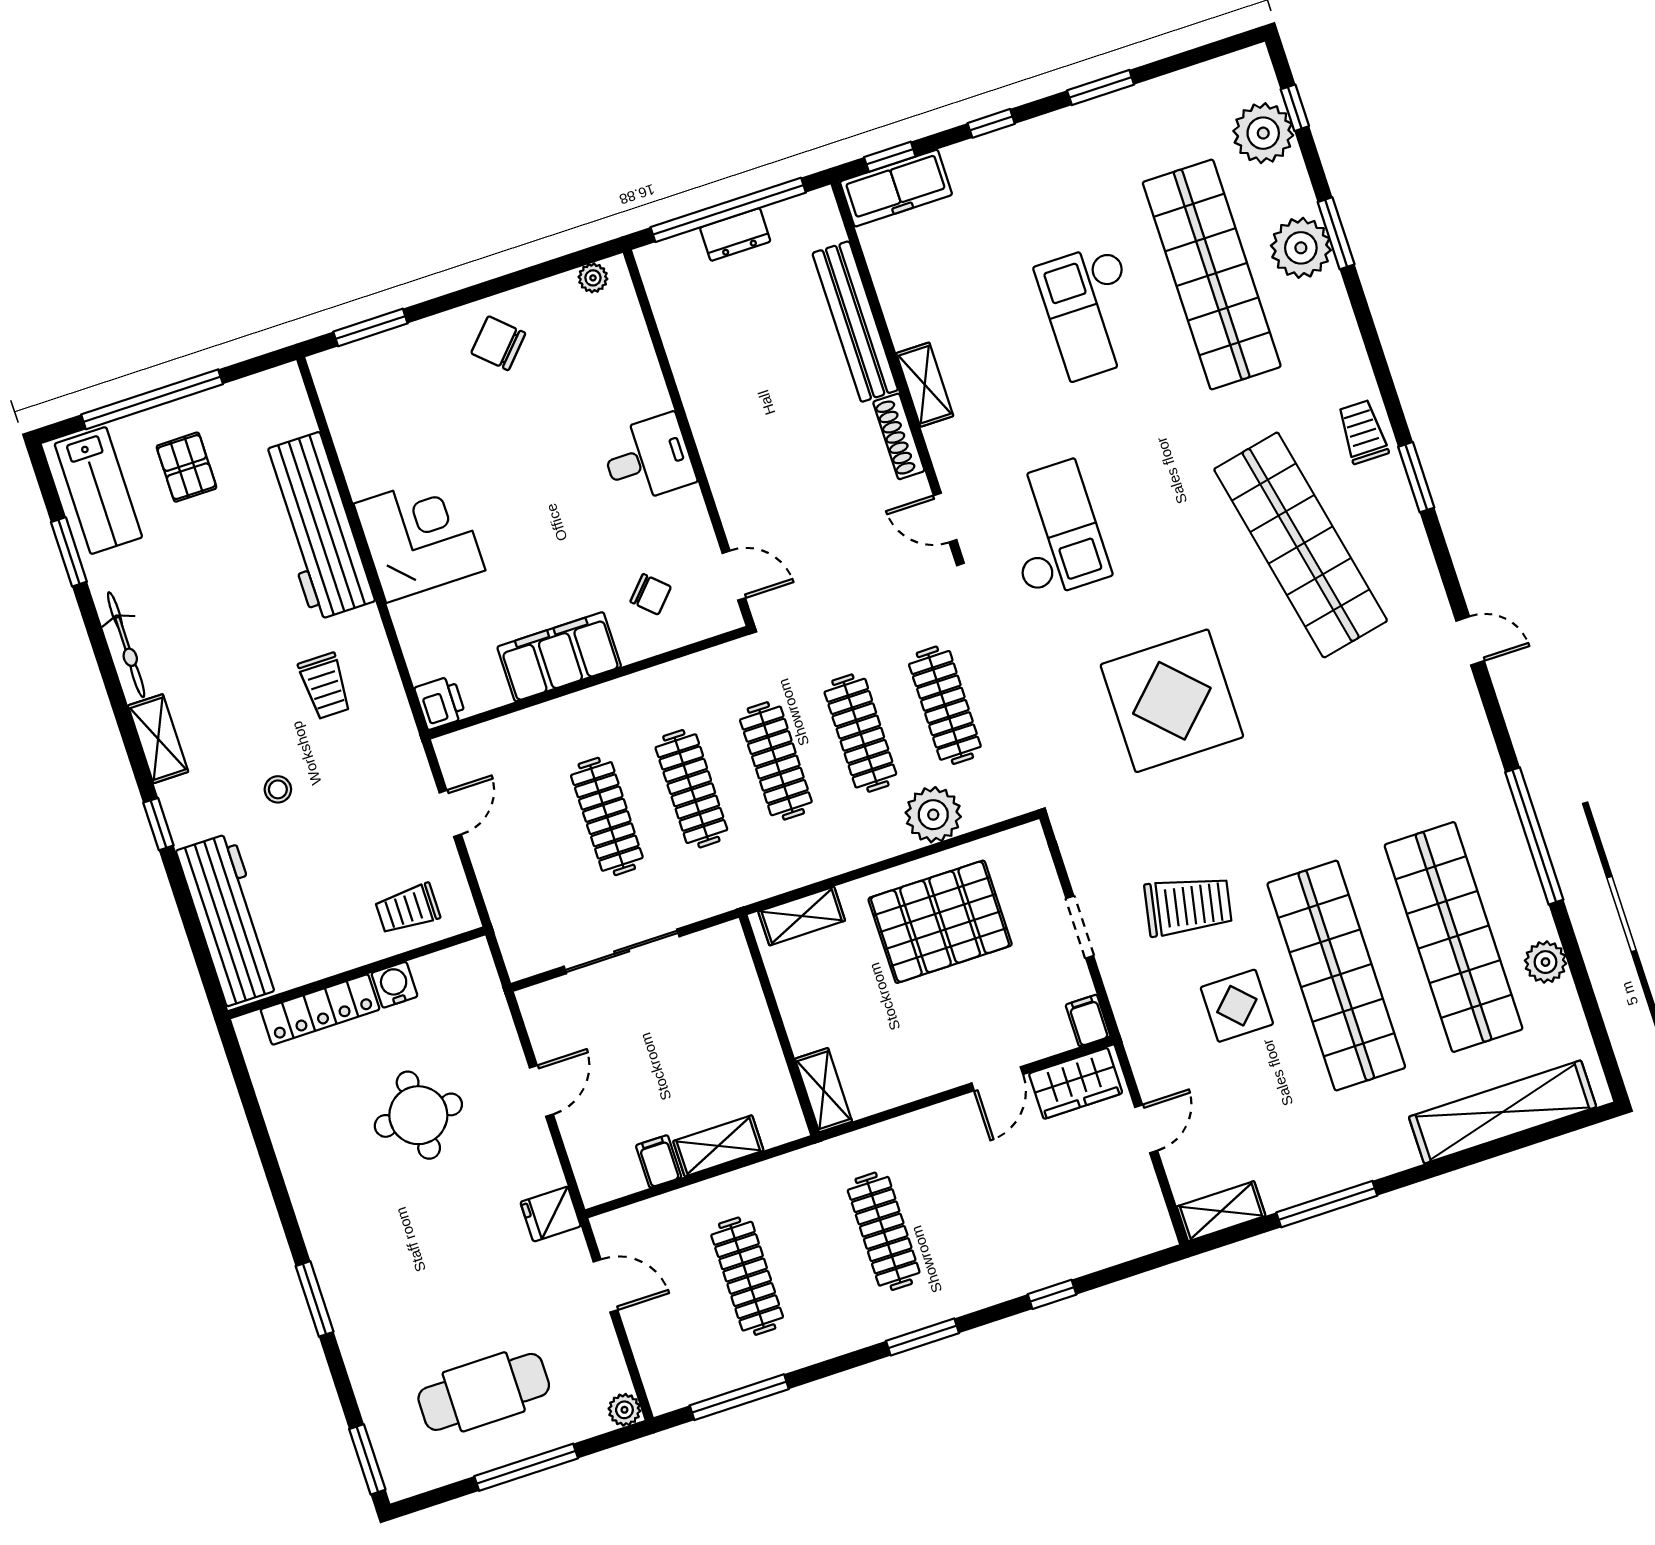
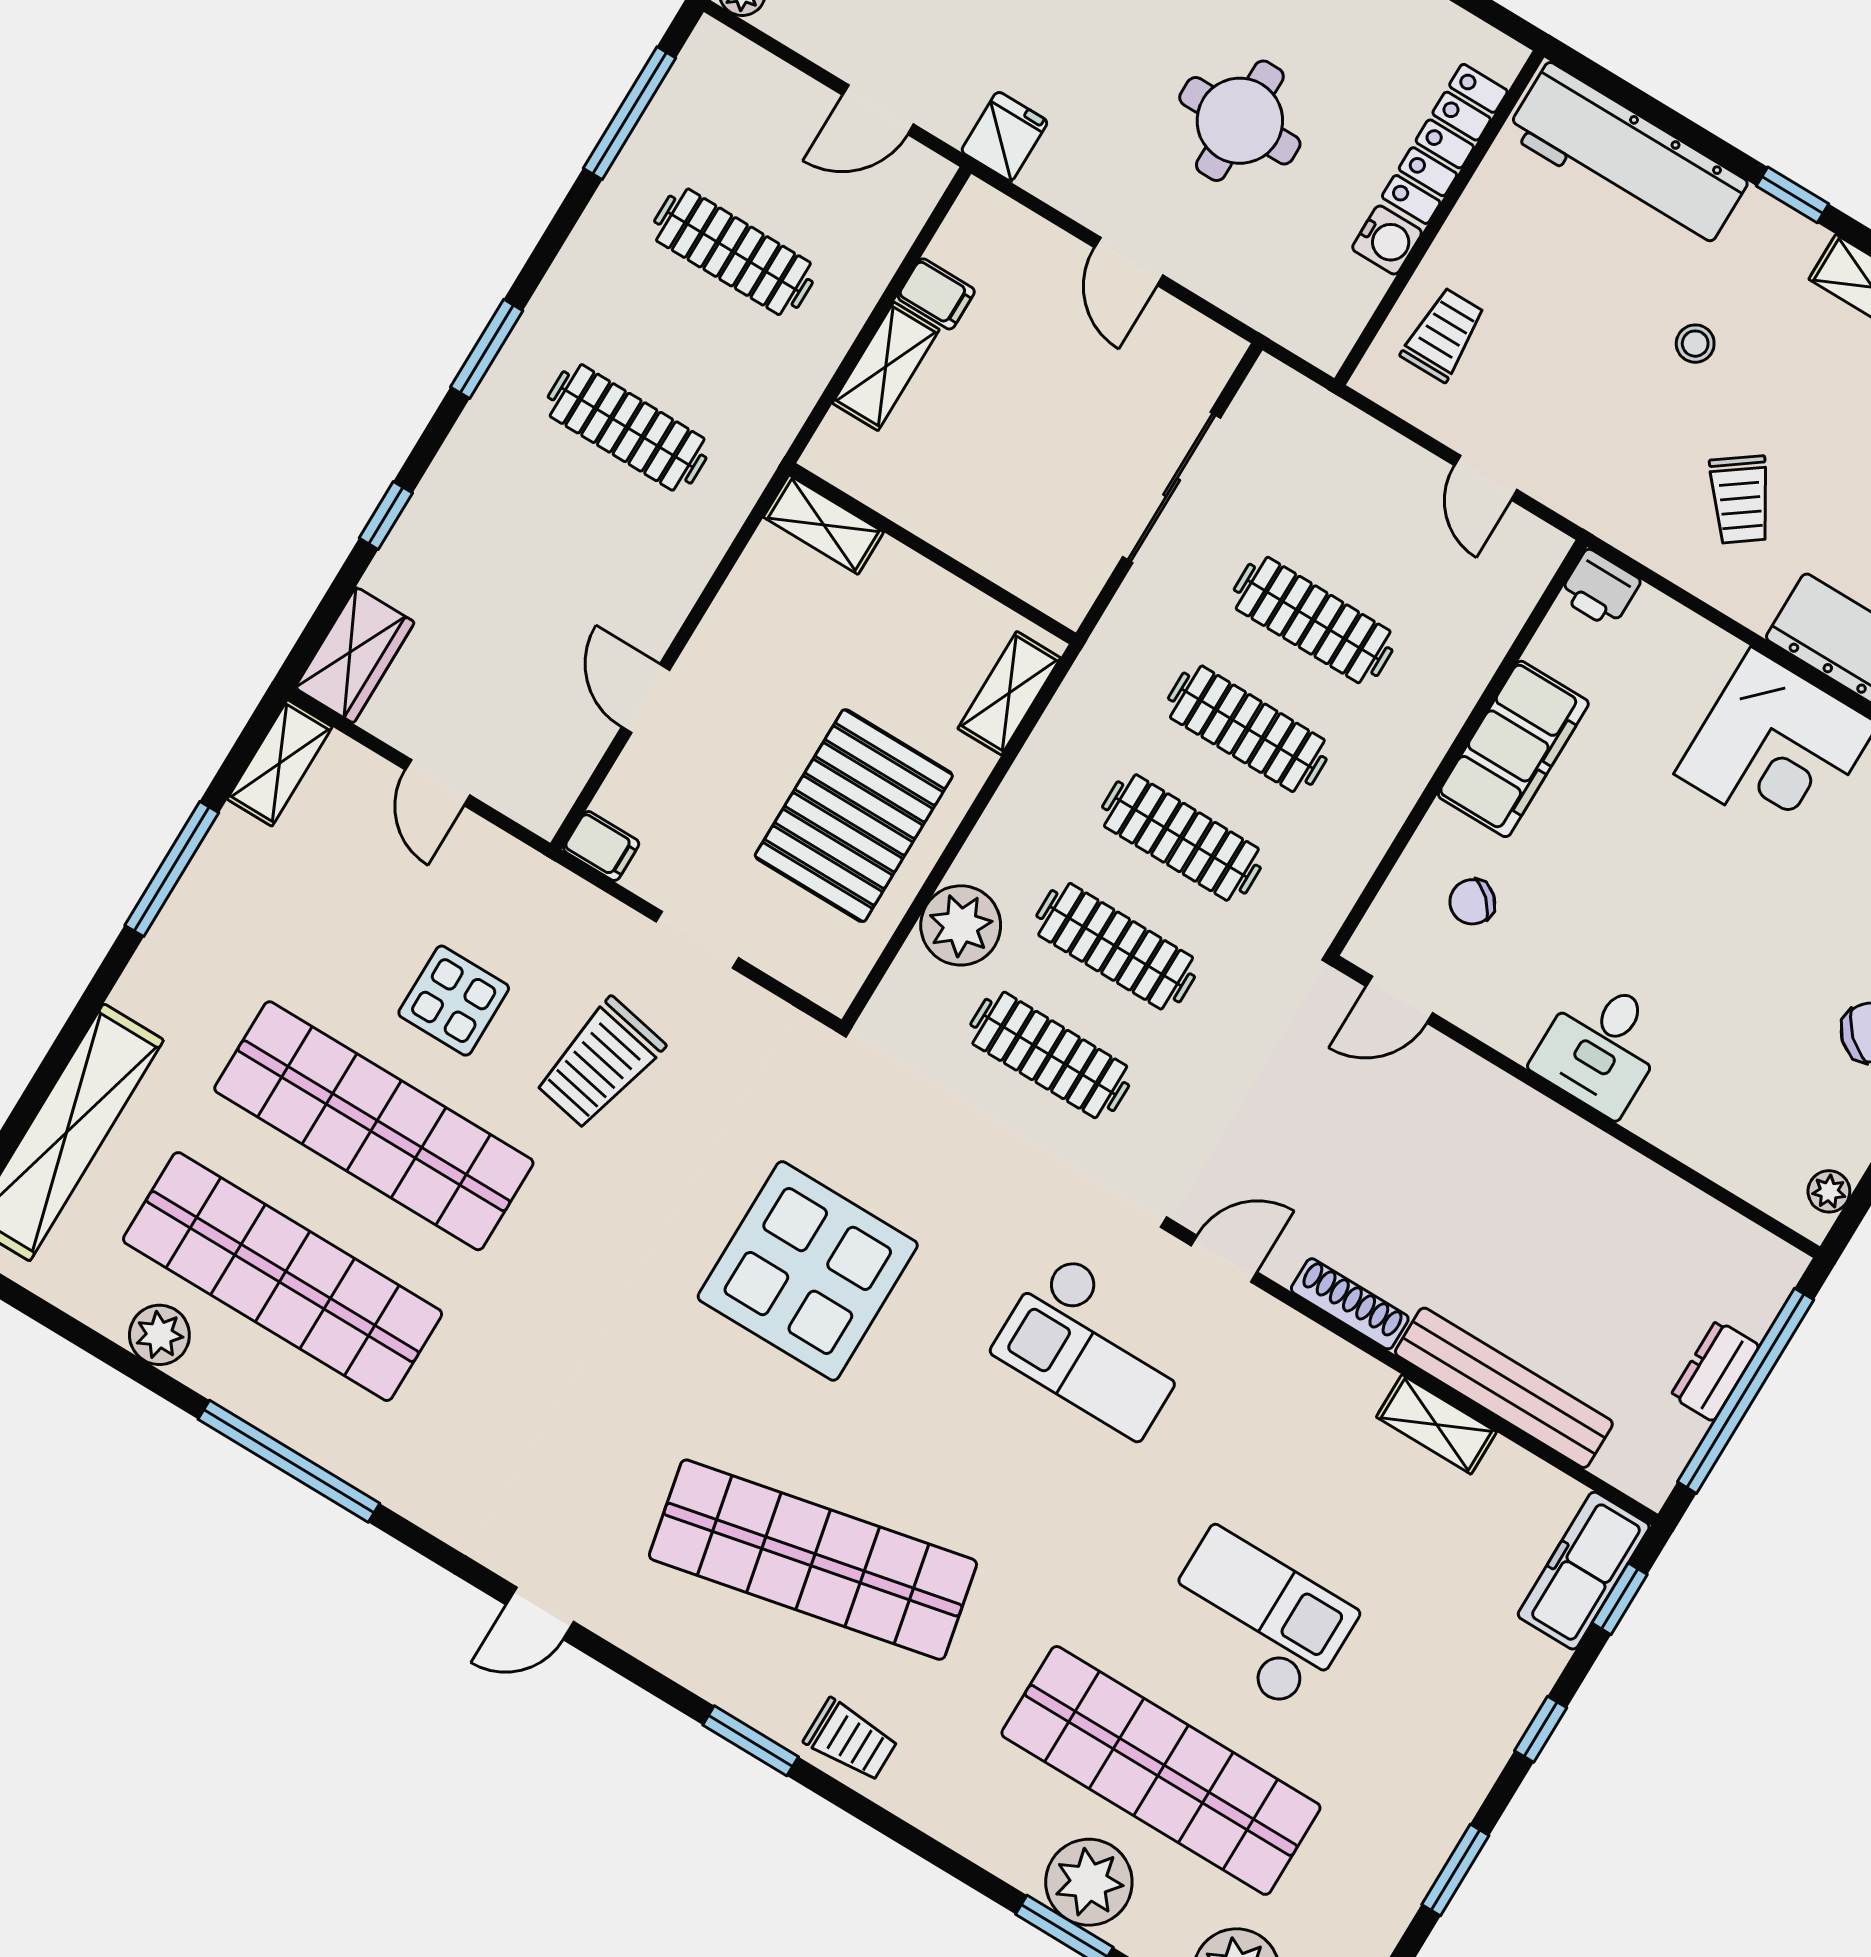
shelving: (925, 385) -> (1436, 1424), moved
trolley: (325, 686) -> (1740, 499), turned -126
wardrobe: (1076, 1083) -> (355, 655), moved, turned 180

